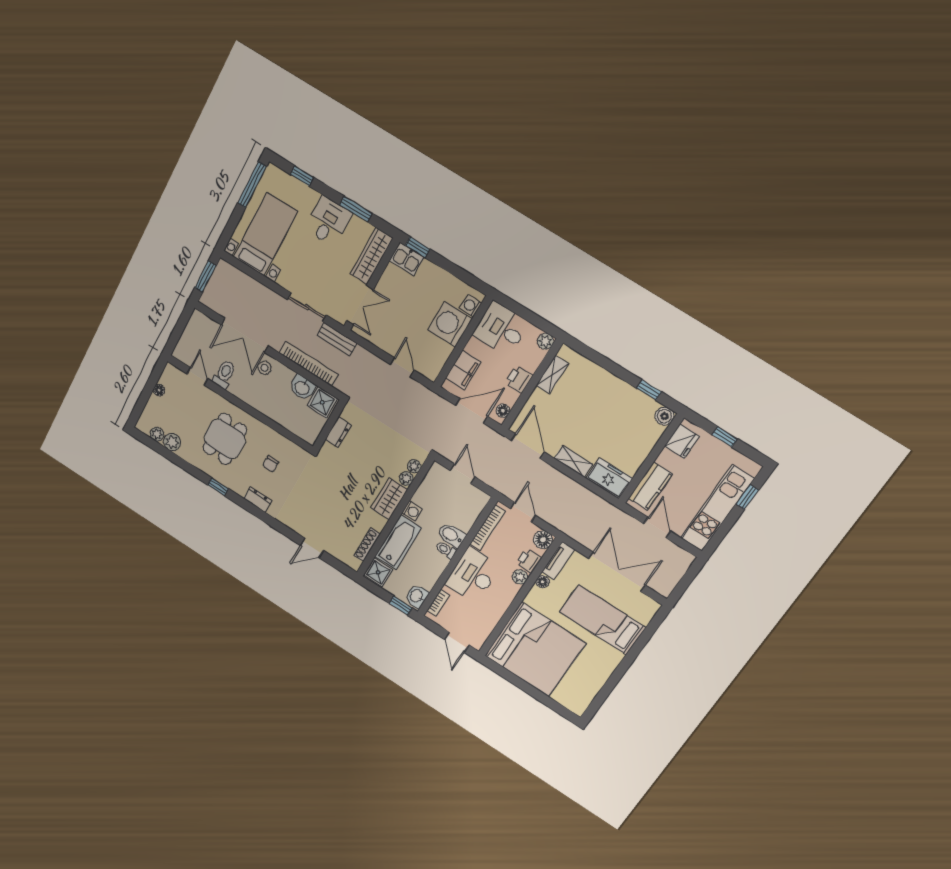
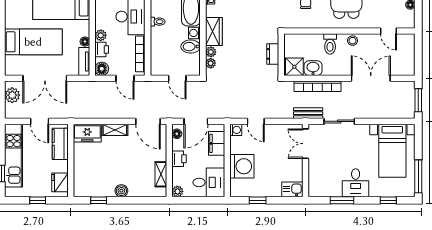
window: (418, 247) -> (258, 200), moved
wardrobe: (372, 256) -> (316, 178), removed
washing machine: (471, 306) -> (236, 130), moved
stool: (264, 368) -> (353, 41), moved
toilet: (224, 374) -> (330, 44), moved
boiler: (664, 416) -> (121, 191), moved
bidet: (451, 535) -> (191, 47), moved, turned 180
plant: (669, 578) -> (12, 95), added

